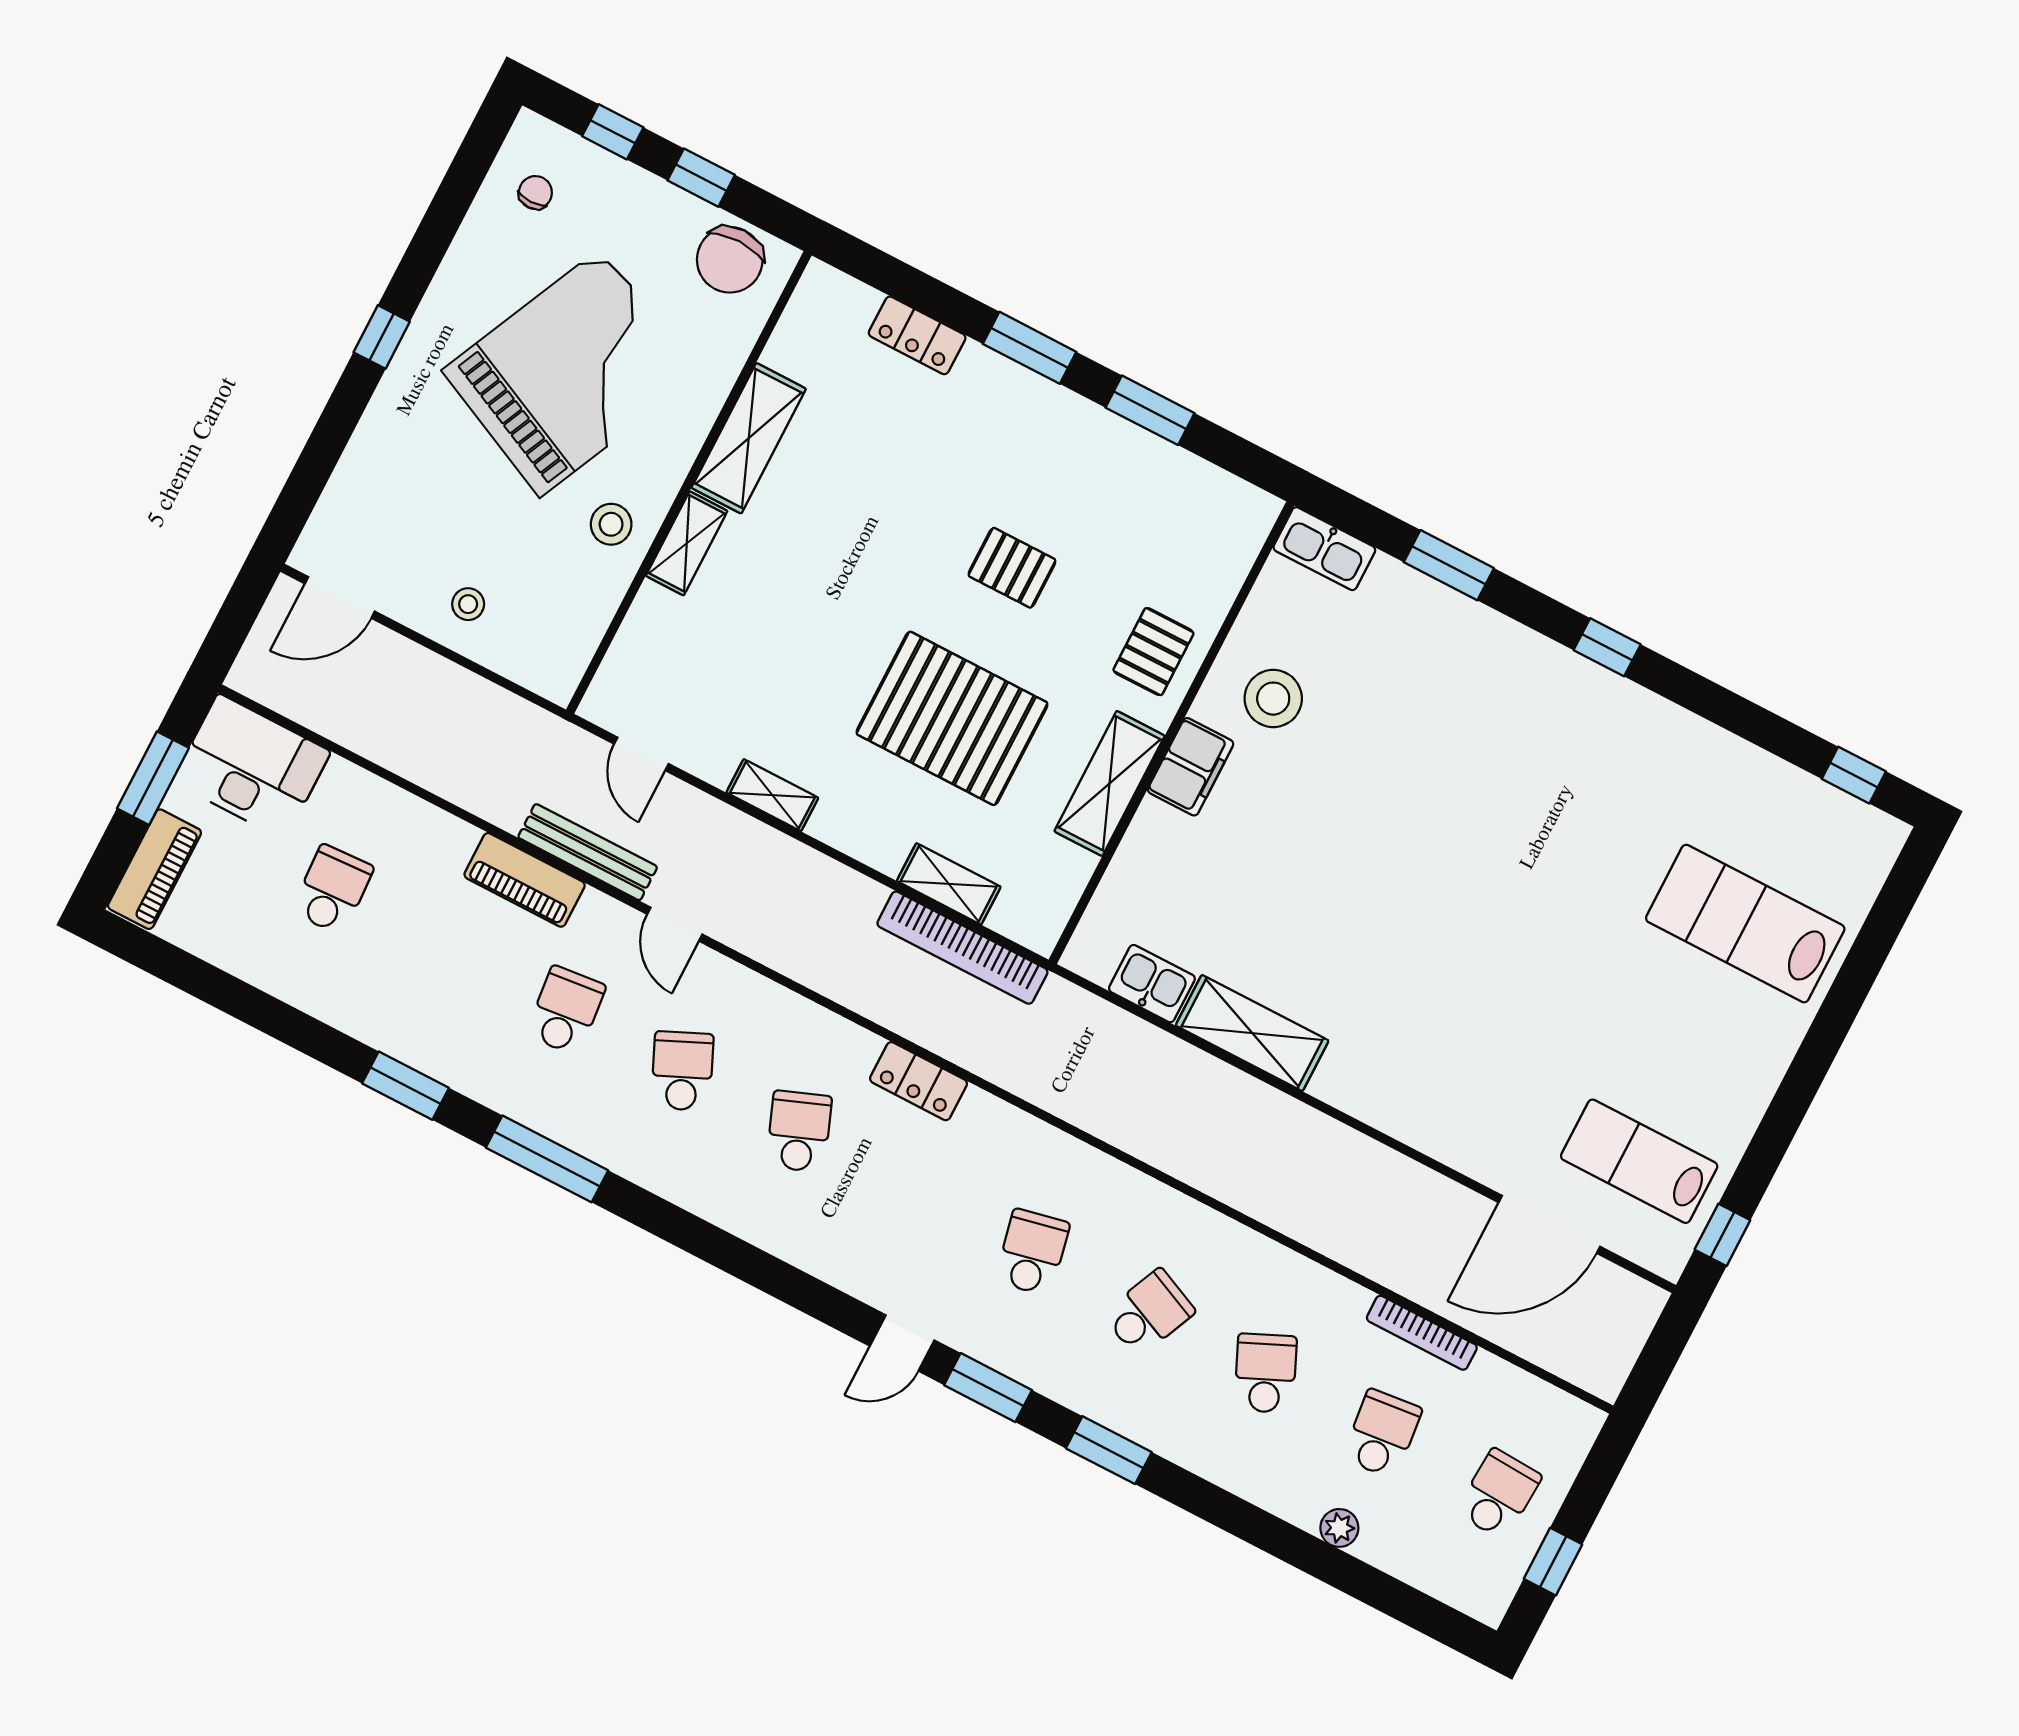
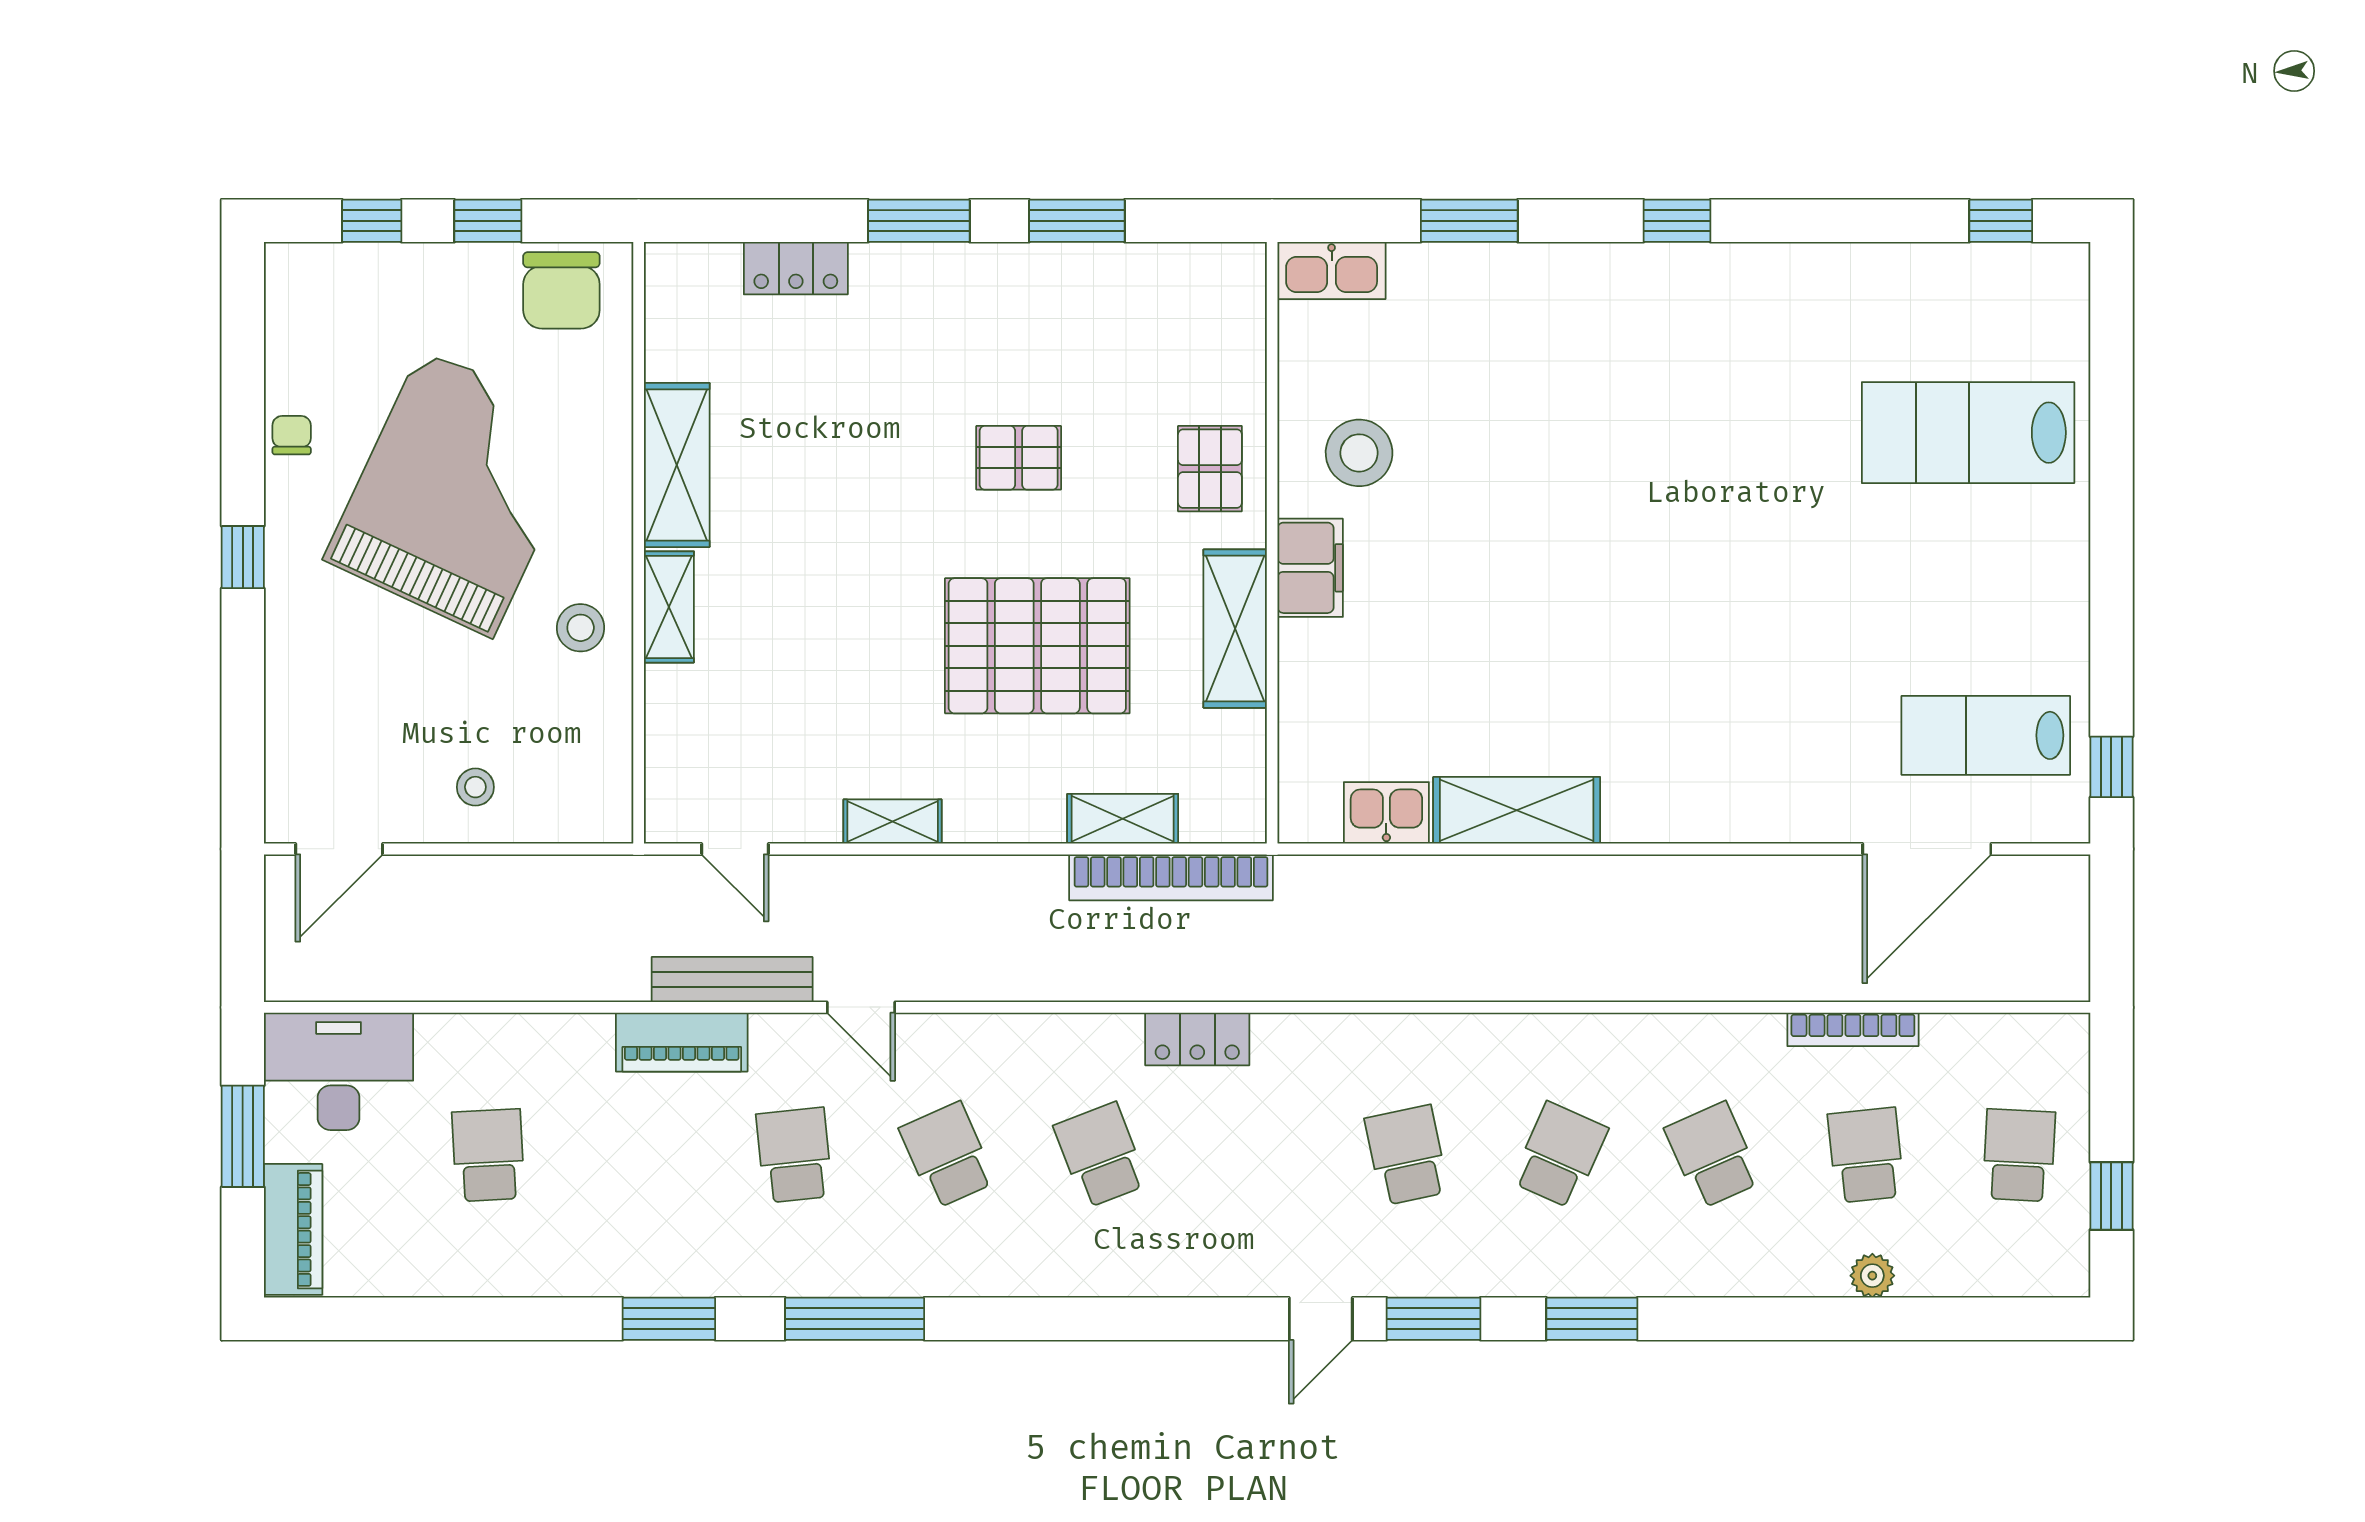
chair: (535, 193) -> (292, 435), moved

